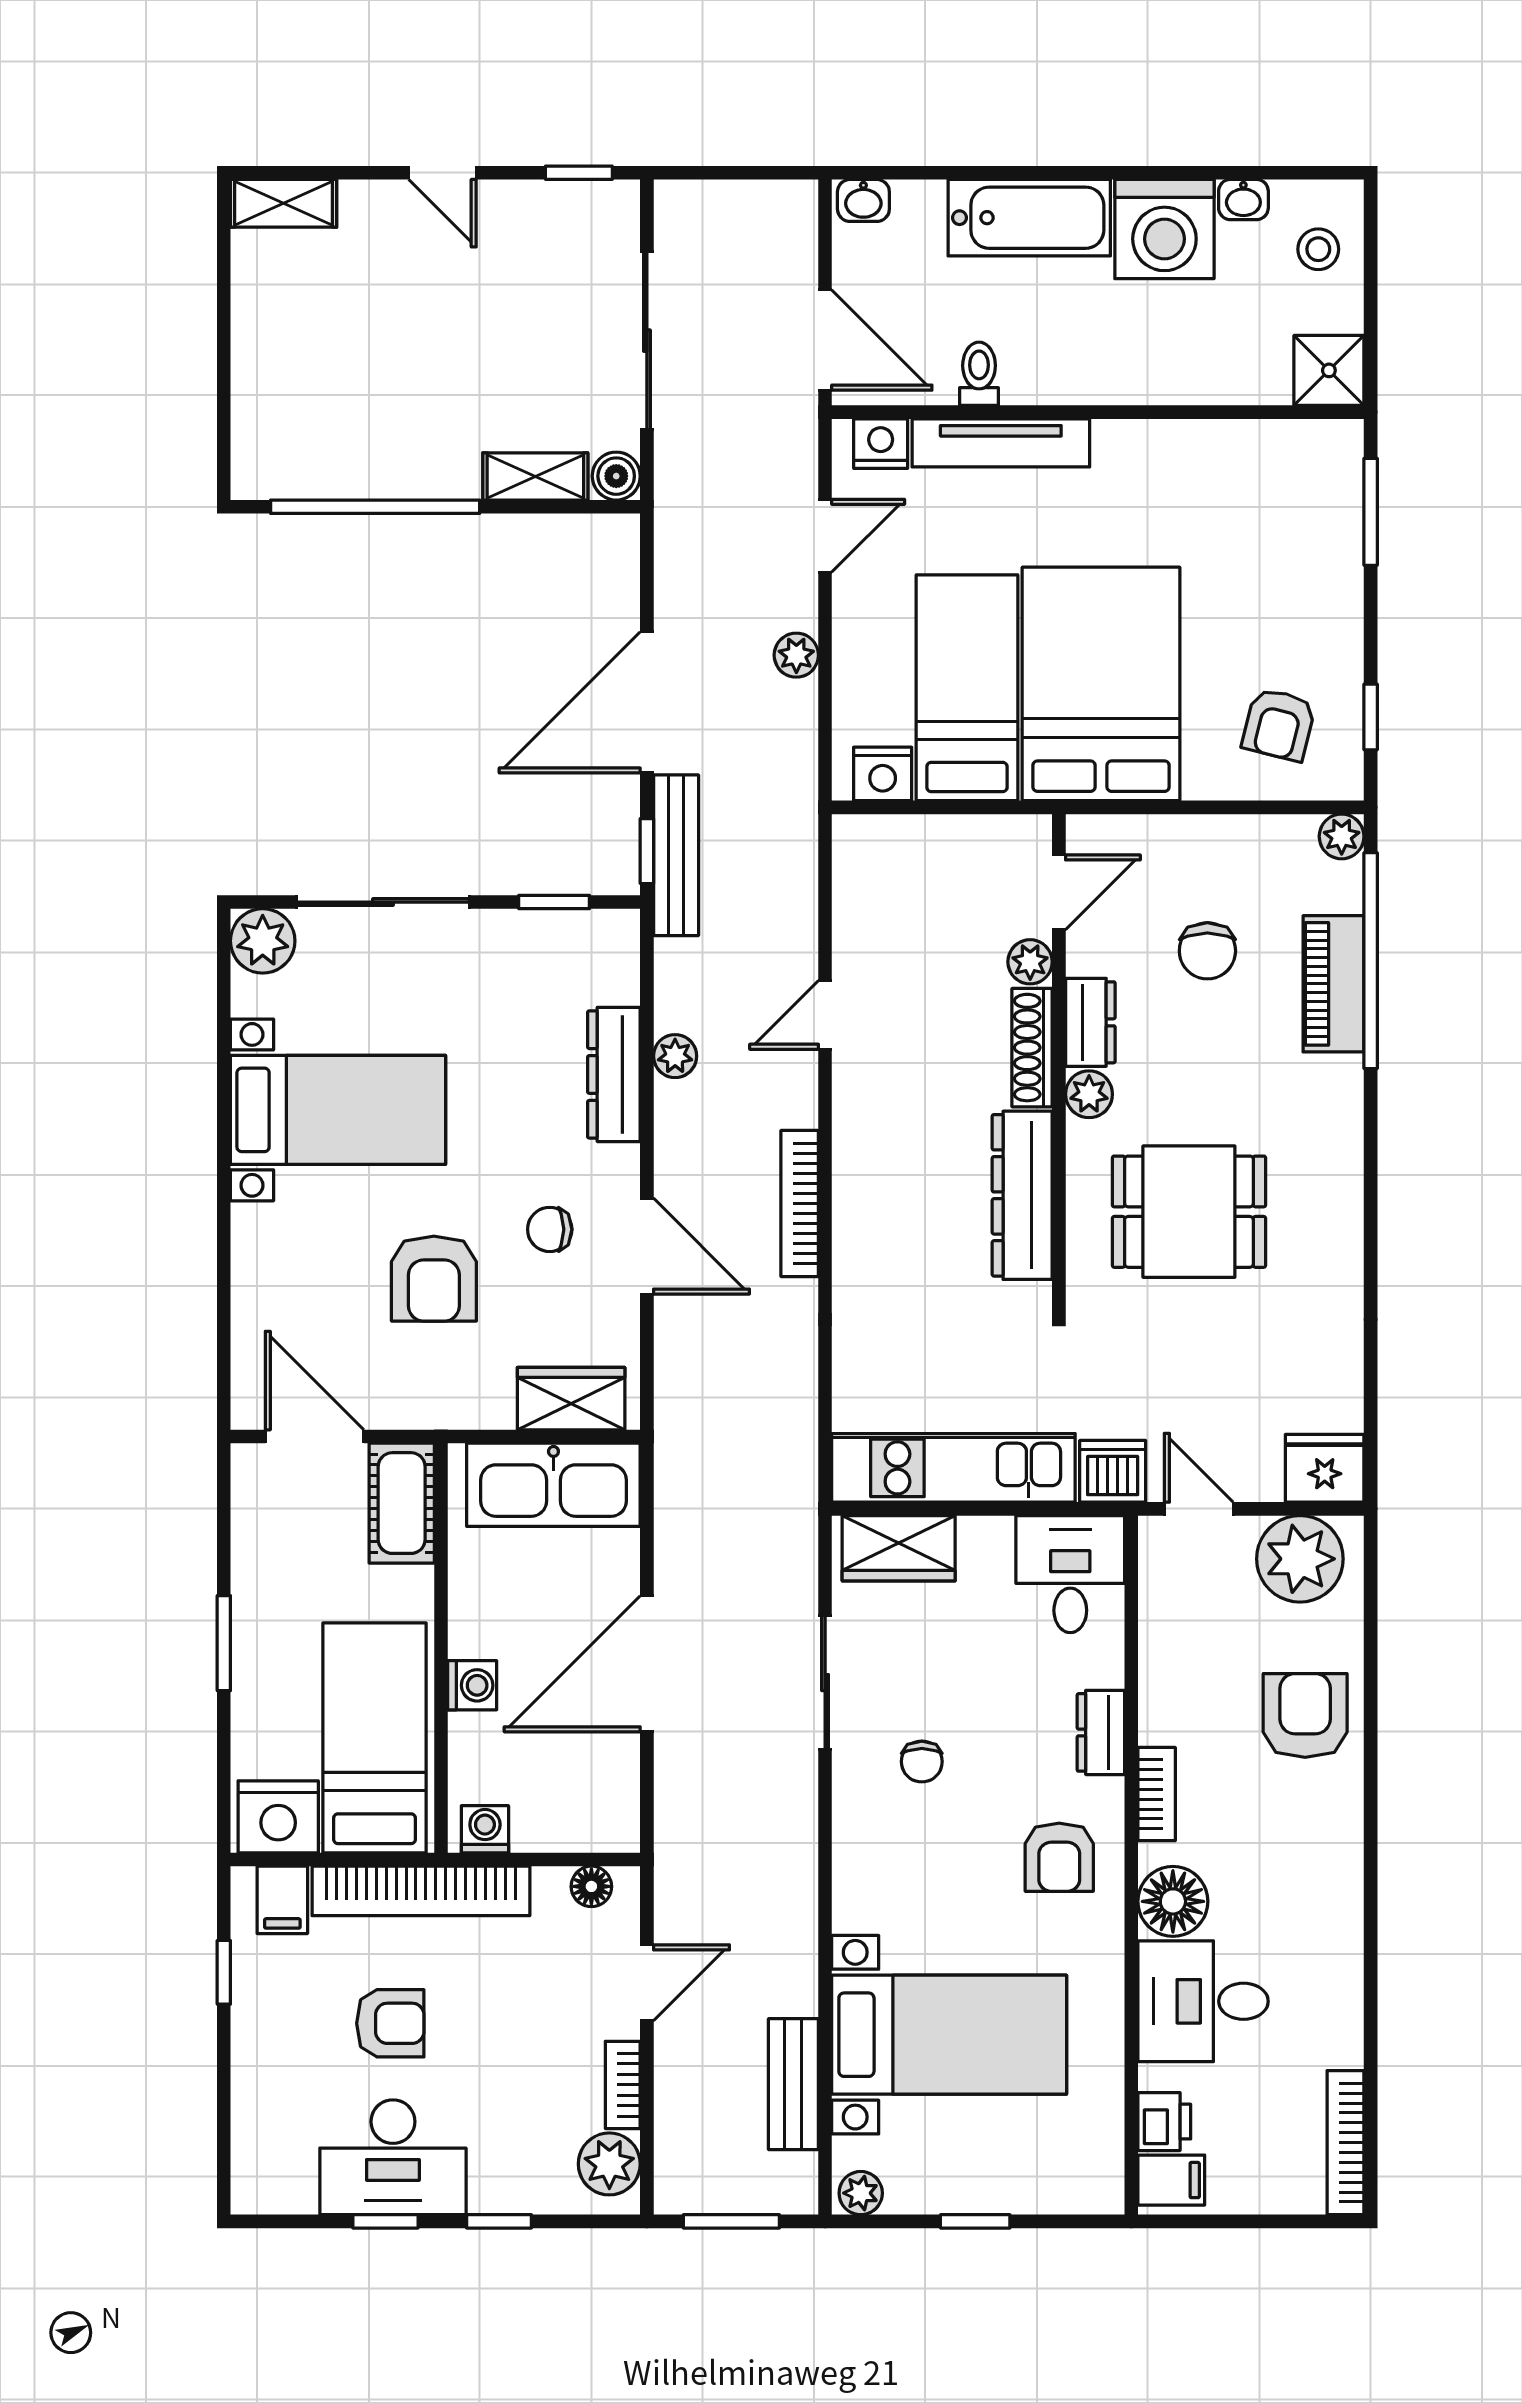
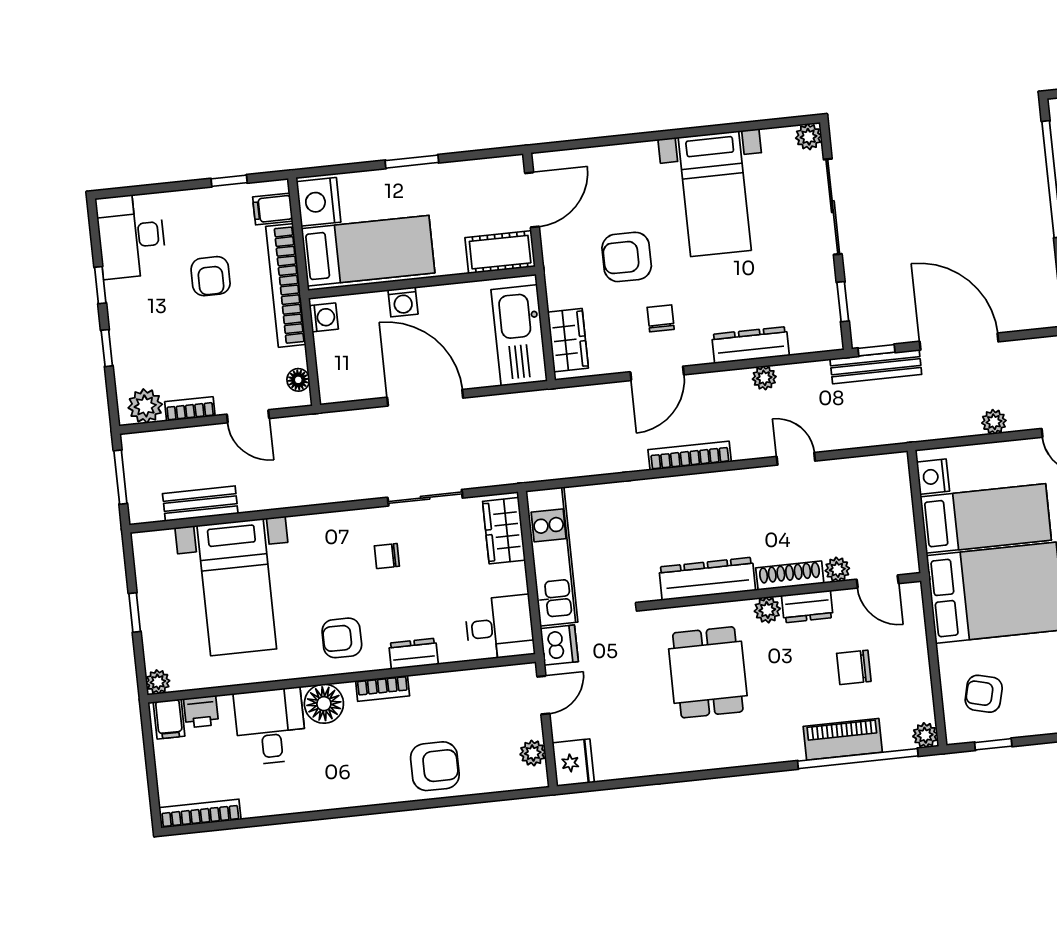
plant: (263, 941) -> (809, 137), width x0.73, depth x0.73
plant: (1300, 1559) -> (533, 753), width x0.53, depth x0.53
desk: (393, 2157) -> (131, 236), moved
plant: (861, 2193) -> (158, 682), moved

